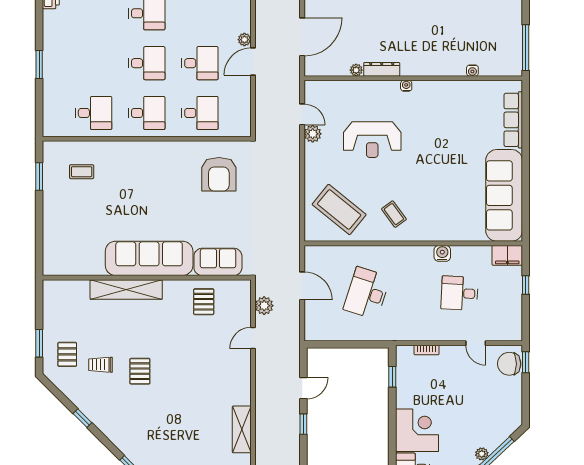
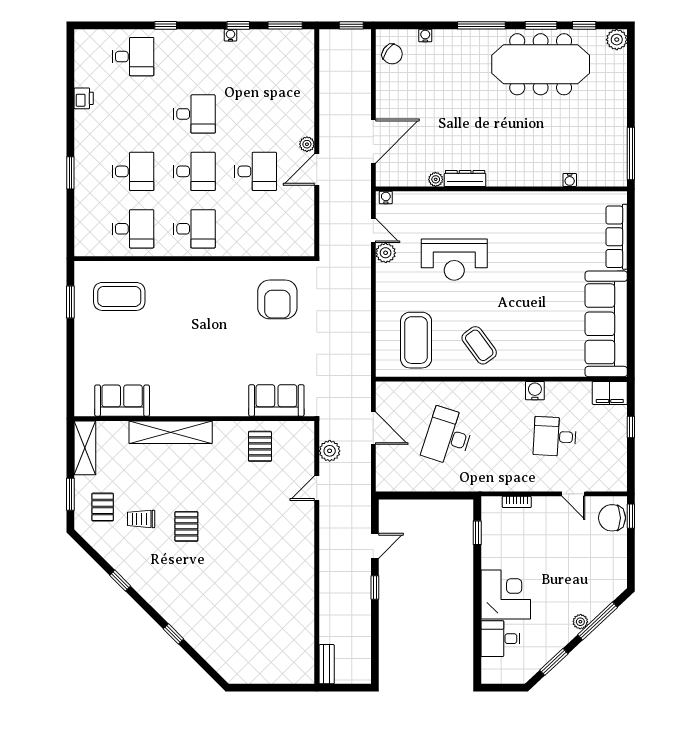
water cooler: (406, 86) -> (386, 197), moved
desk: (200, 113) -> (133, 171), moved
coffee table: (82, 172) -> (119, 296), width x1.86, depth x1.72
coffee table: (339, 209) -> (416, 340), turned 51
coffee table: (394, 214) -> (479, 345), width x1.36, depth x1.30
sofa: (149, 258) -> (122, 401), moved, width x0.54, depth x0.79
shelving: (242, 429) -> (85, 448), moved

